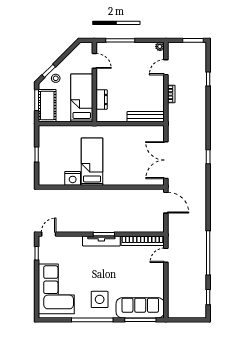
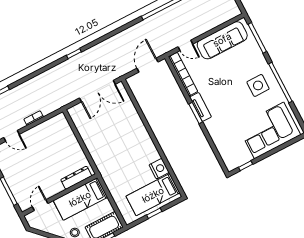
dresser: (102, 100) -> (76, 178), width x1.44
bench: (146, 117) -> (67, 131), removed
bed: (92, 162) -> (153, 195), moved
door: (166, 203) -> (147, 65), moved
door: (49, 234) -> (222, 164), removed
tv unit: (101, 241) -> (200, 107), width x0.71
sofa: (140, 308) -> (222, 40), moved, turned -90

